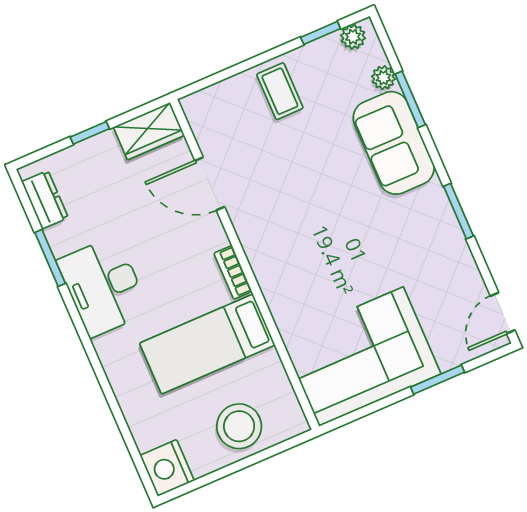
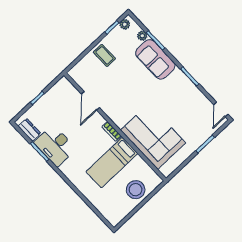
wardrobe: (149, 131) -> (60, 89), removed
door: (210, 184) -> (90, 101), hinge flipped
desk: (103, 286) -> (55, 146), moved
corner sofa: (361, 357) -> (153, 136), moved, turned 90
nightstand: (167, 468) -> (114, 216), removed

